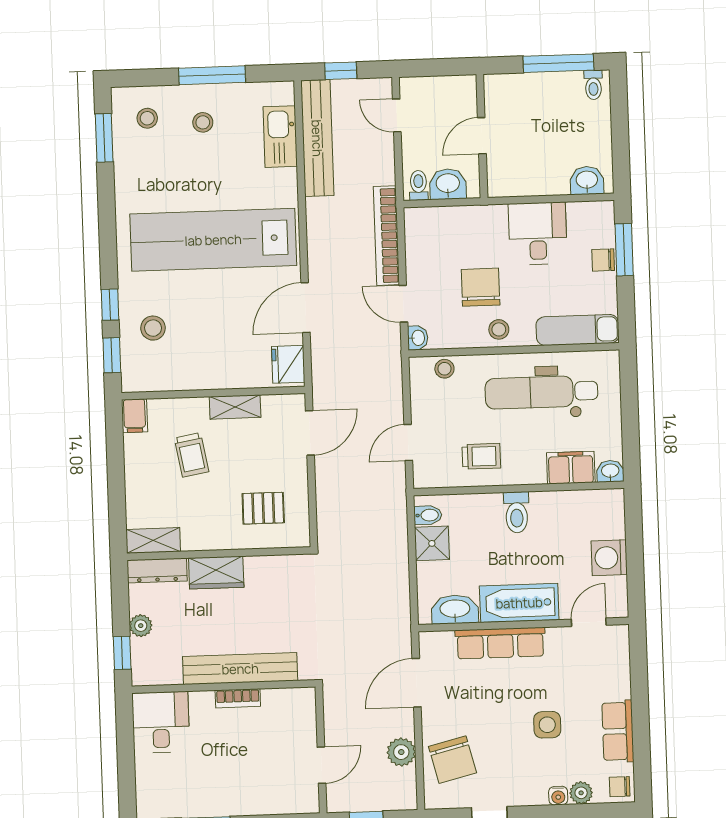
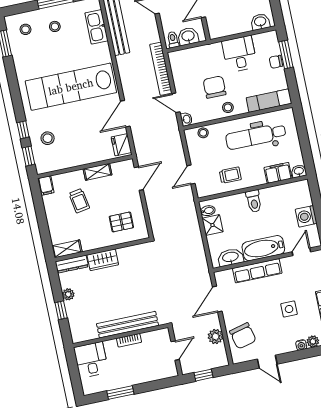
bench: (240, 669) -> (127, 325), moved
wall: (223, 687) -> (120, 336), moved
bookcase: (238, 698) -> (129, 340), moved
desk: (161, 722) -> (91, 360), moved

